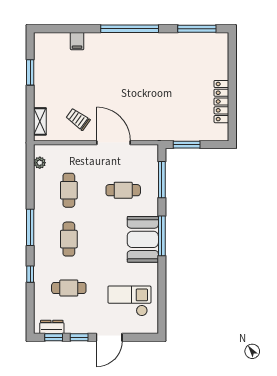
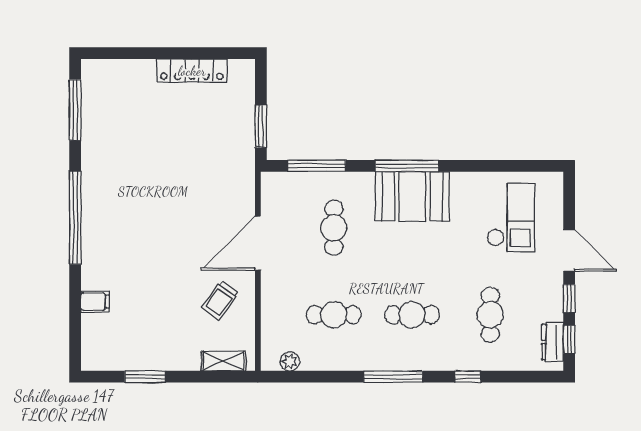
checkout: (129, 301) -> (511, 218), turned 180

